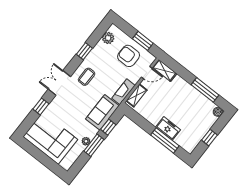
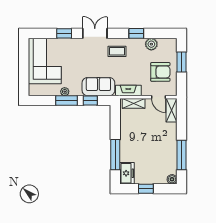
plant: (108, 38) -> (151, 44), moved
window: (143, 41) -> (181, 62), moved
armchair: (129, 56) -> (160, 72), turned 90
freezer: (168, 128) -> (127, 173), moved

